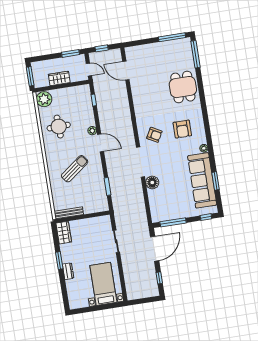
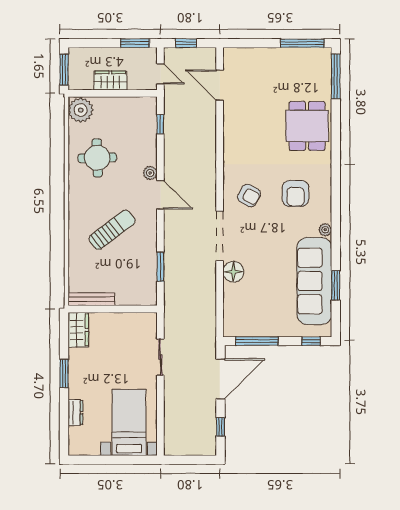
dresser: (68, 271) -> (76, 413), moved

